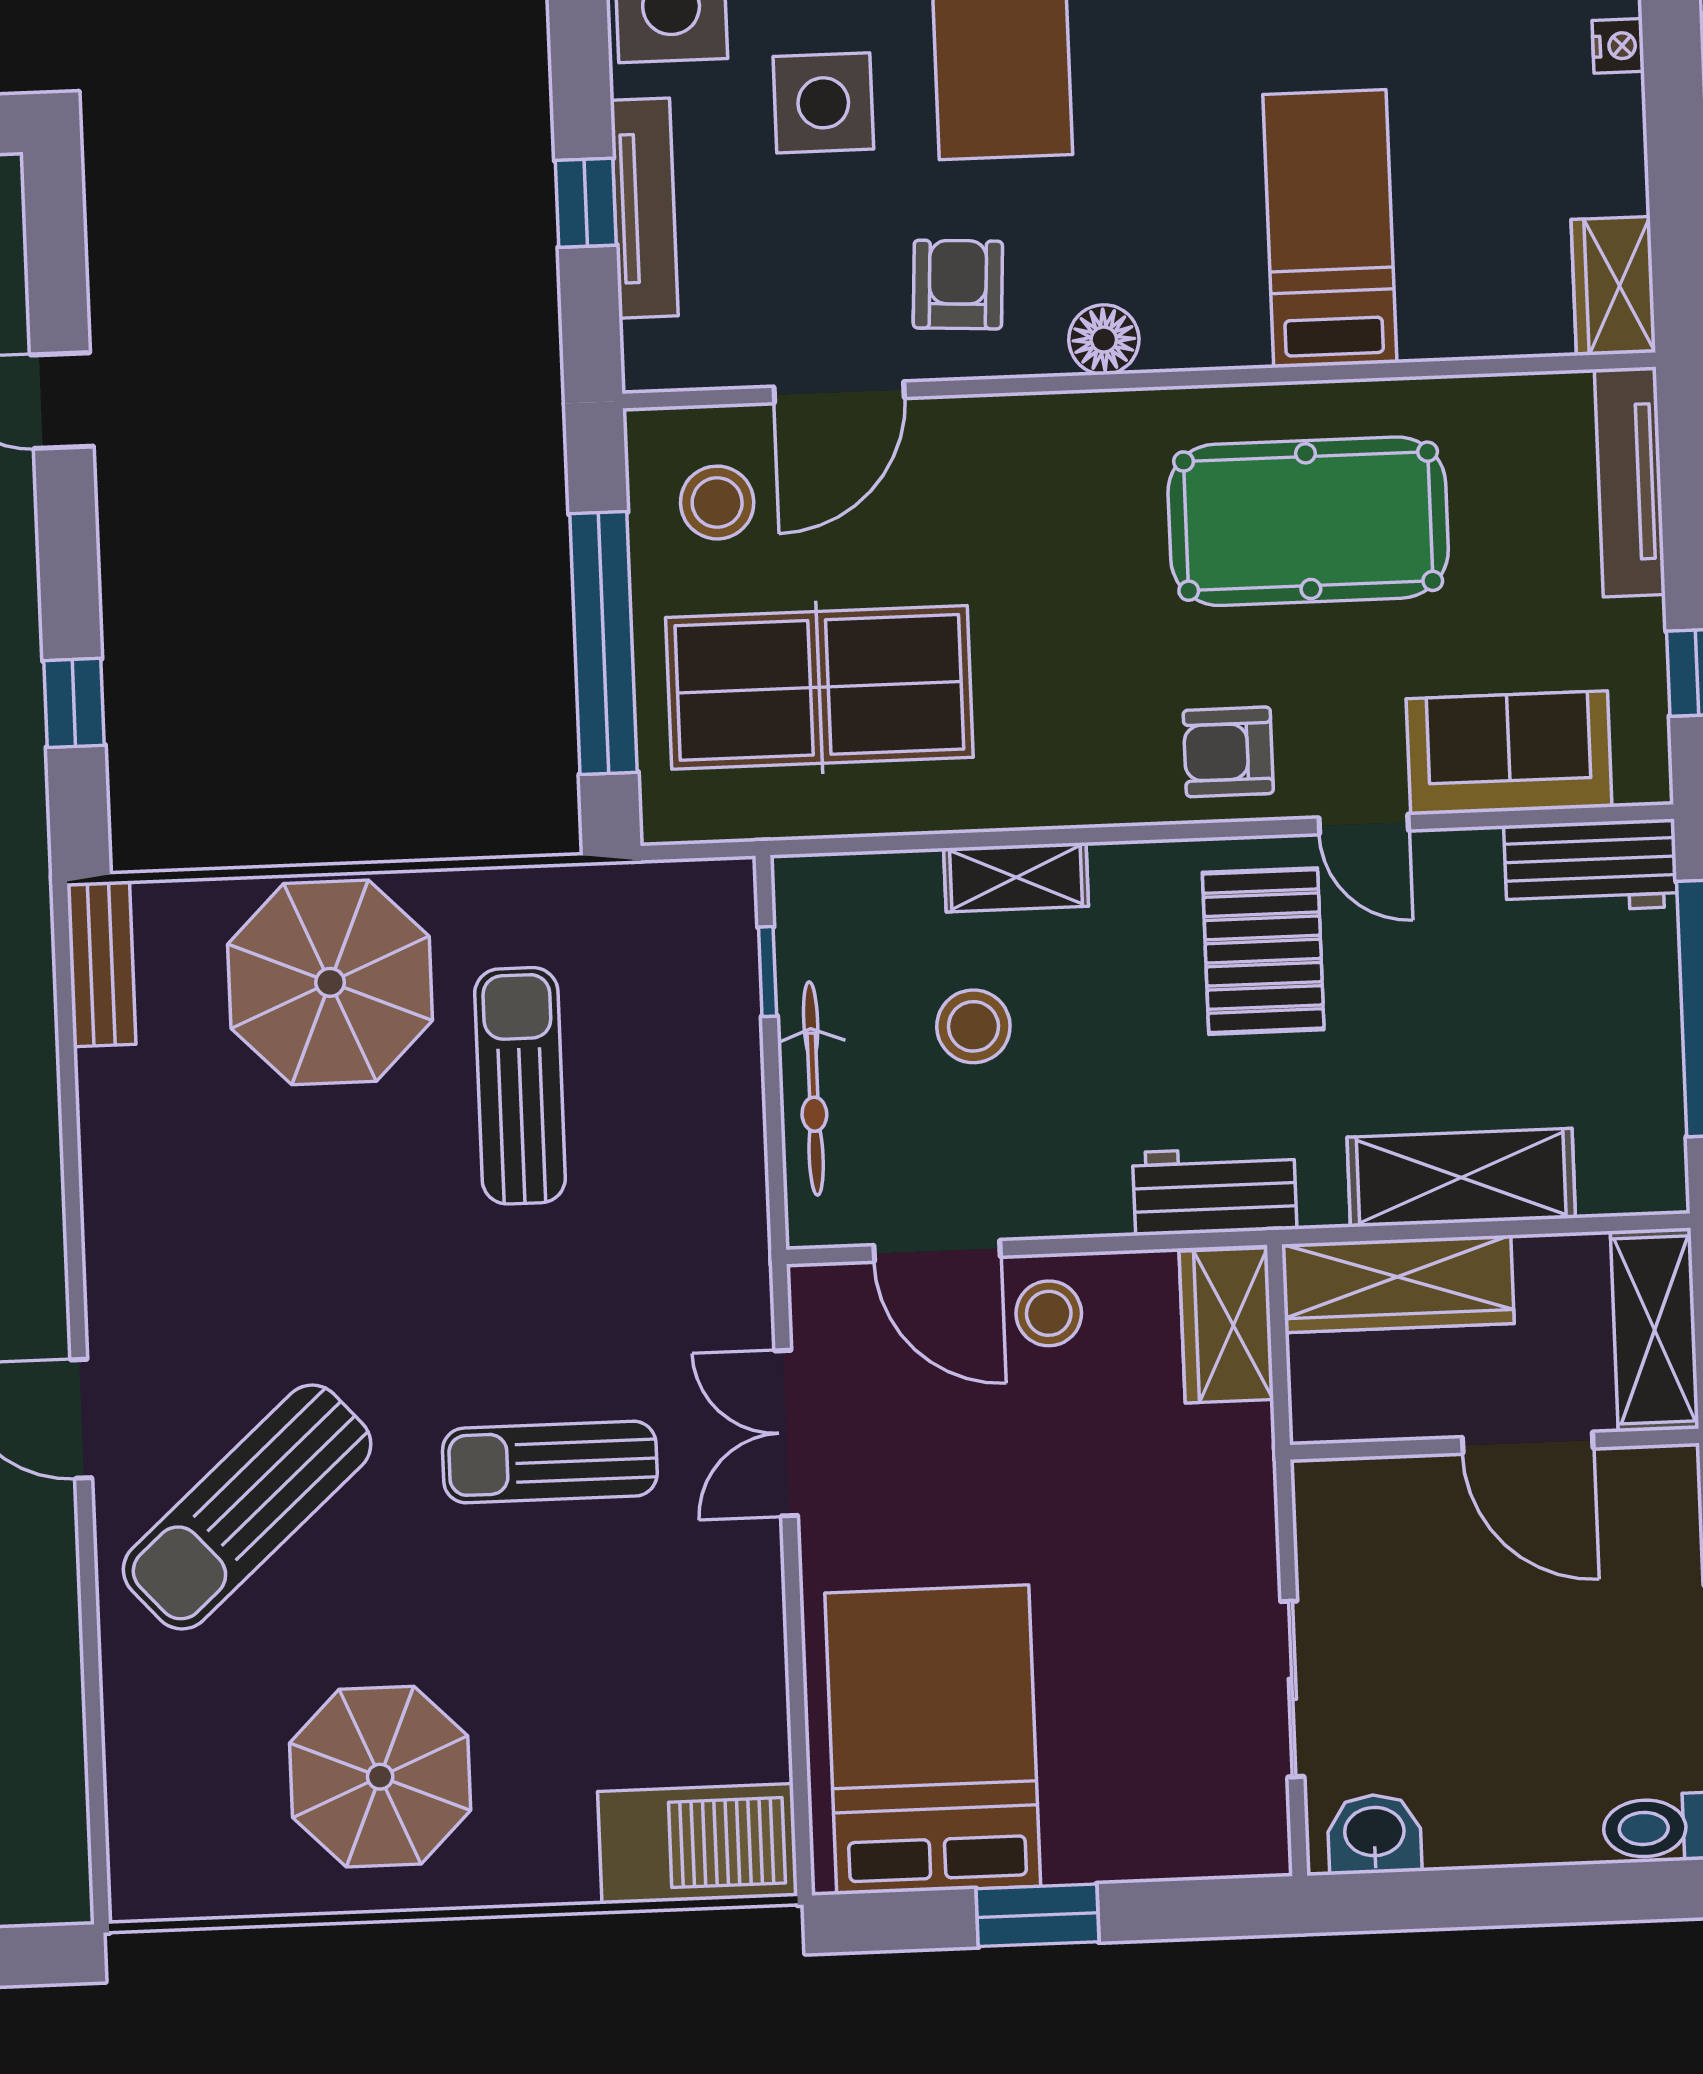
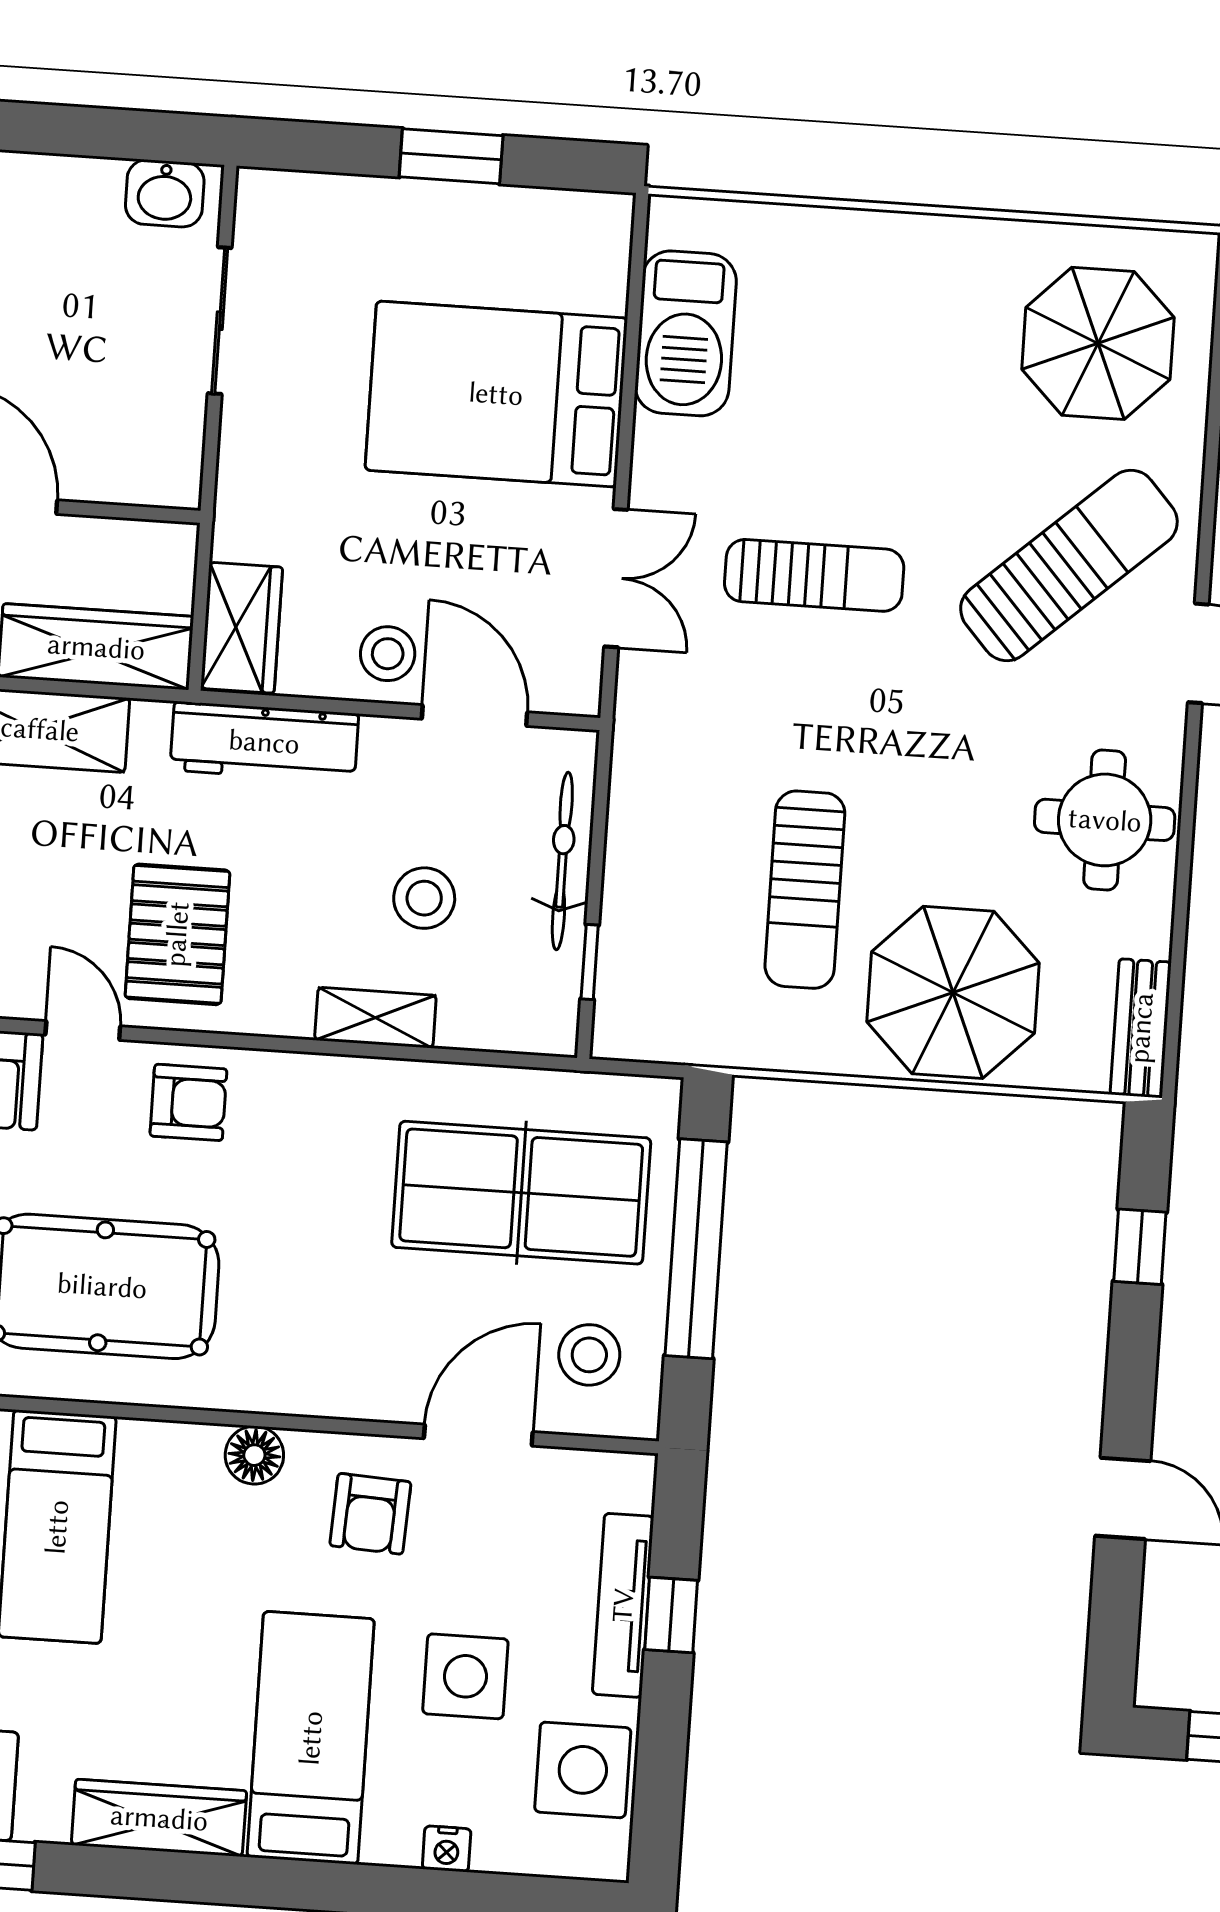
workbench: (1215, 1191) -> (264, 742), width x1.37
round table: (171, 1208) -> (1105, 820), added
bed: (933, 1740) -> (496, 394), moved, turned 90
parasol: (380, 1777) -> (1098, 343), moved
barbecue: (698, 1844) -> (686, 333), moved, turned -90

